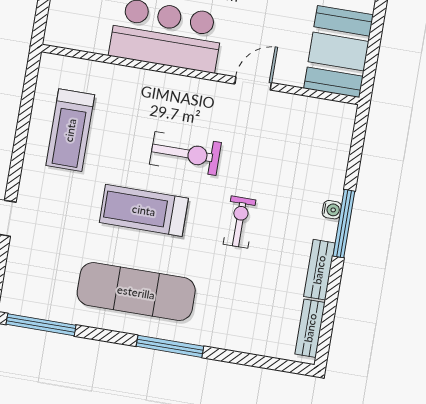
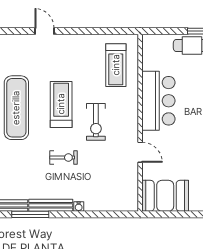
treadmill: (70, 130) -> (116, 65), moved, turned -90
window: (344, 224) -> (30, 214), moved
bench: (319, 270) -> (51, 205), width x1.36

